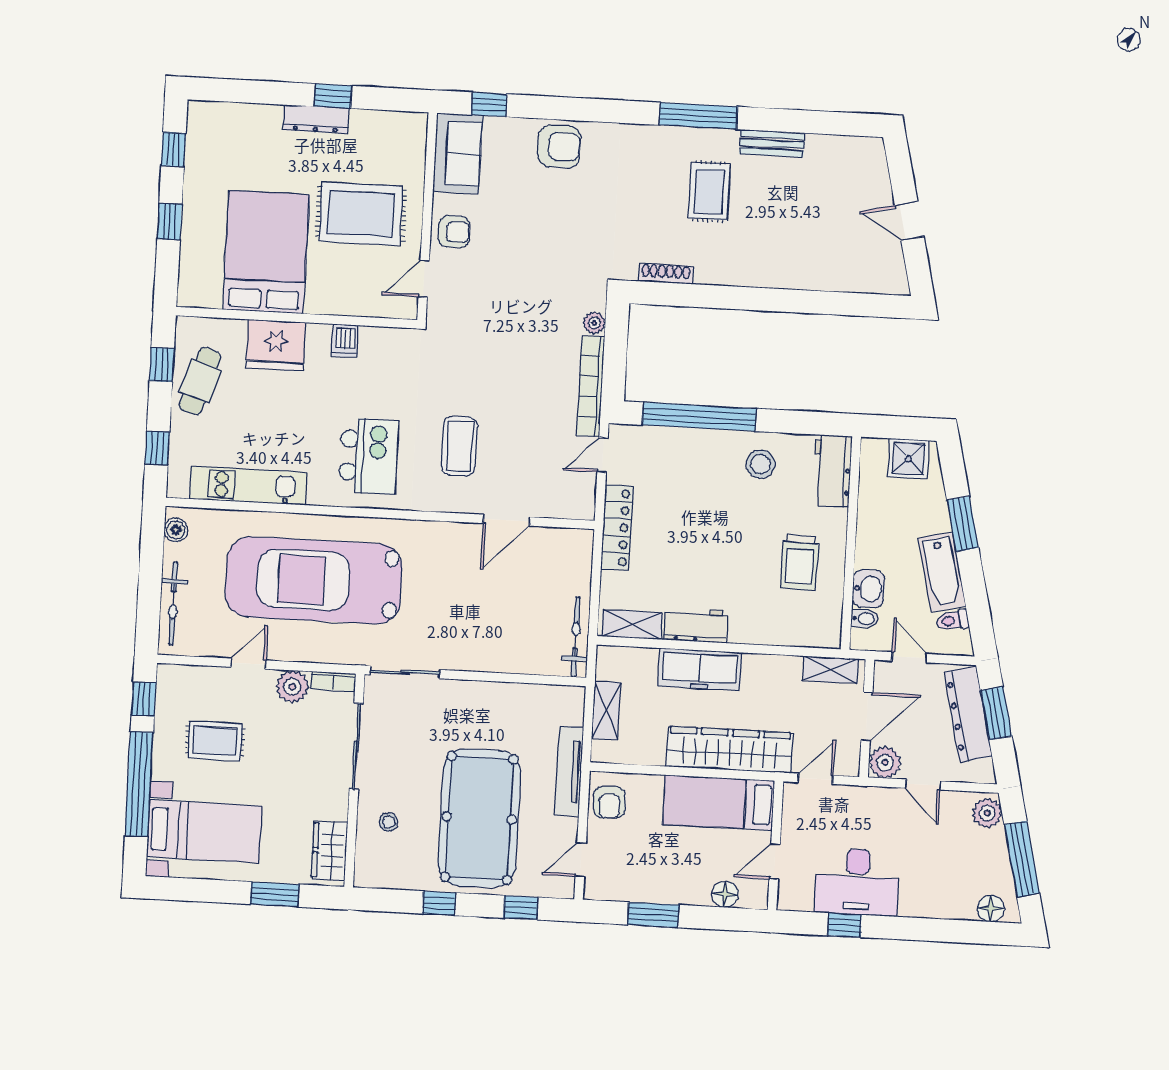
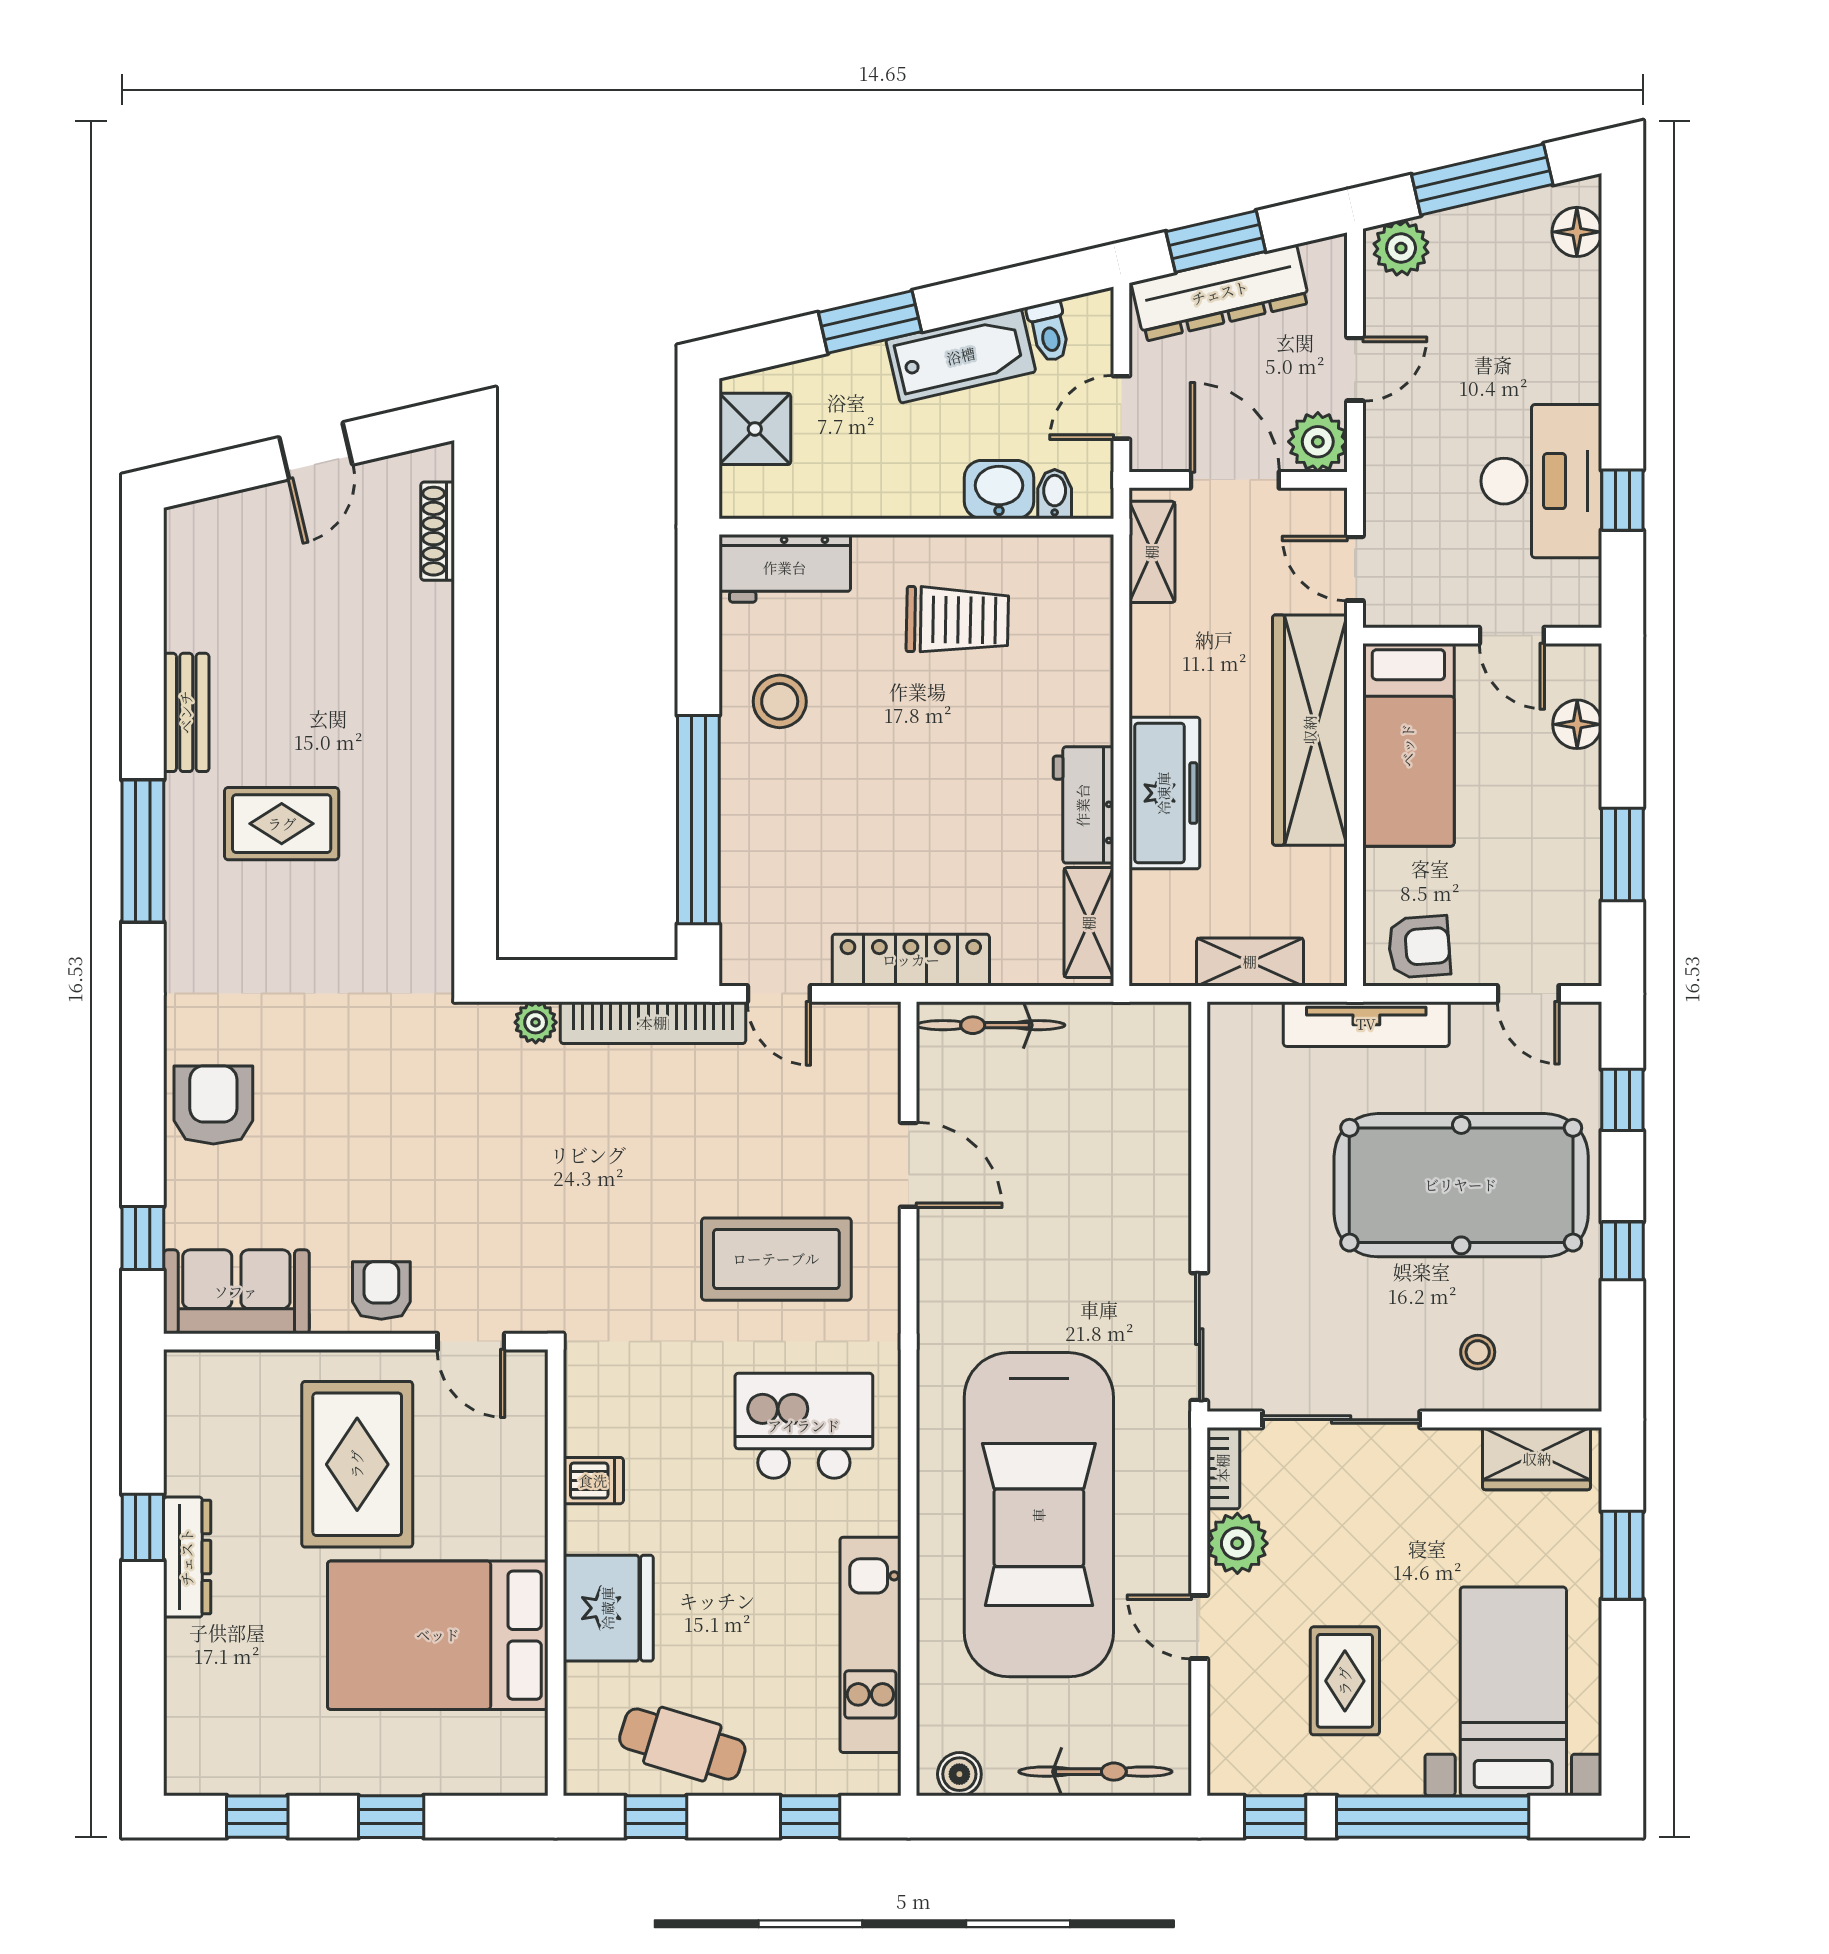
shoe rack: (666, 274) -> (438, 531), moved
coffee table: (459, 446) -> (776, 1259), width x1.36, depth x1.32
bicycle: (576, 637) -> (991, 1025), moved

